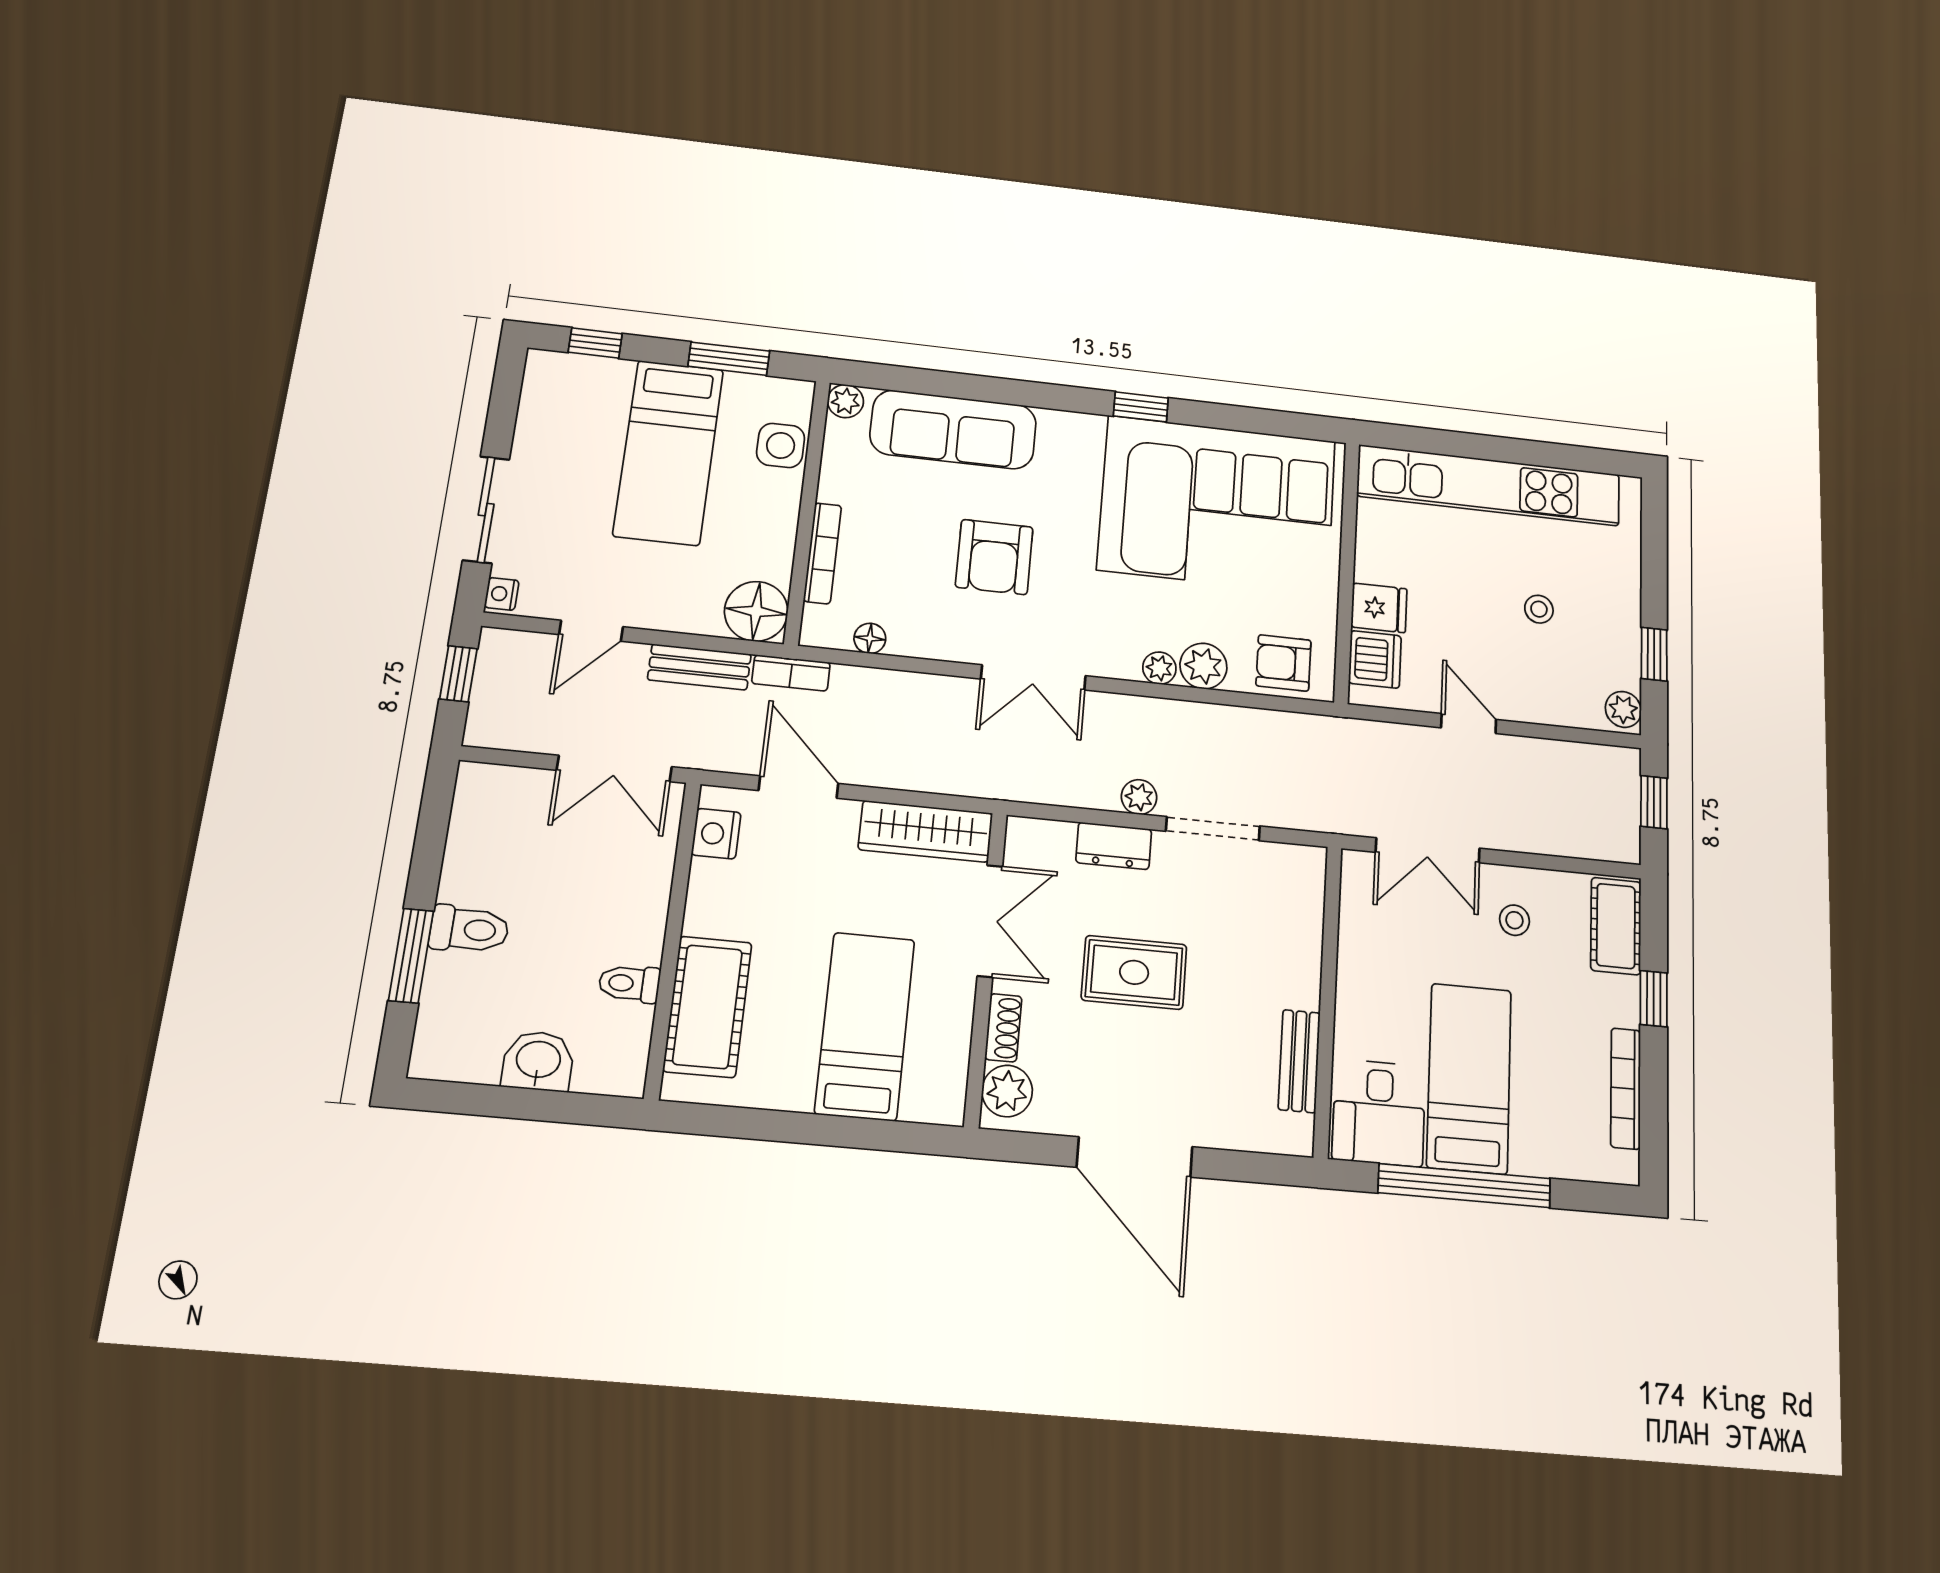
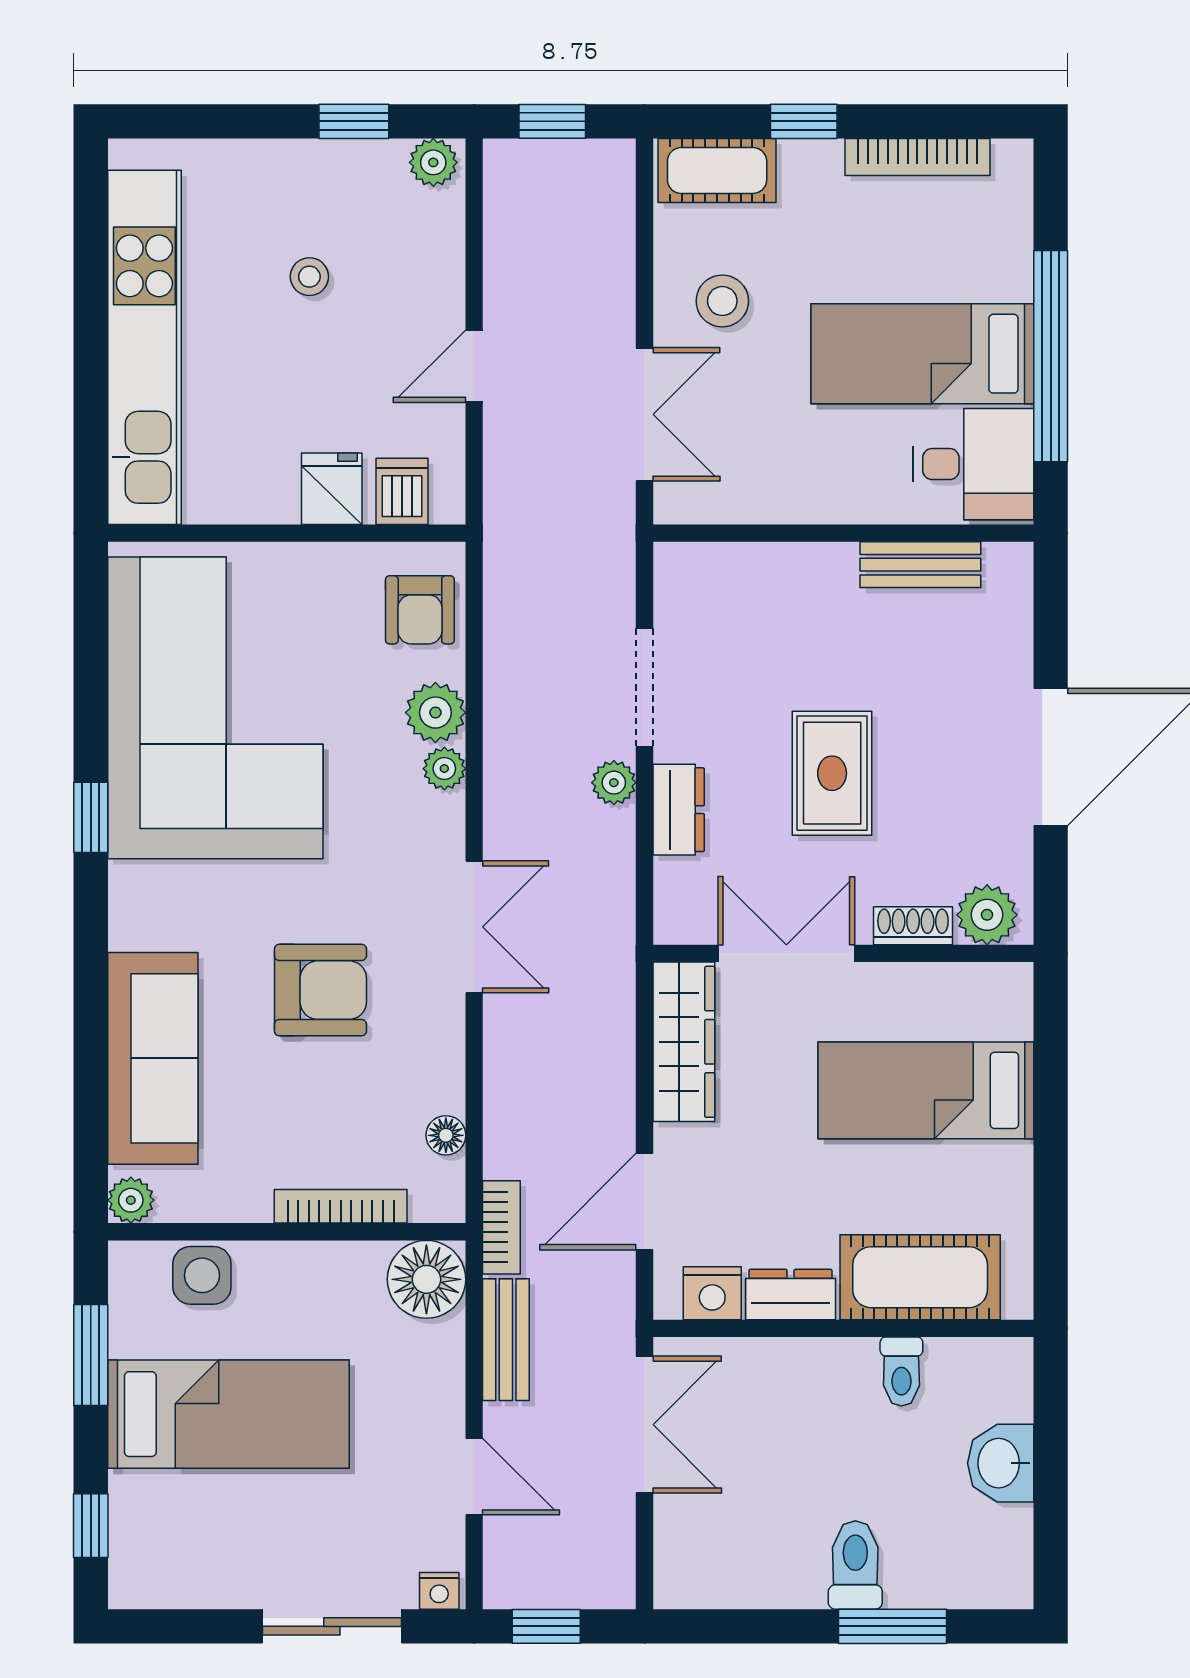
dishwasher: (1375, 659) -> (402, 491), width x0.73
dresser: (707, 897) -> (791, 1295), added
stool: (1514, 920) -> (722, 301), width x1.37, depth x1.37

